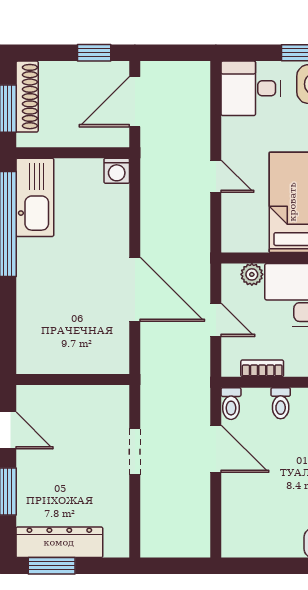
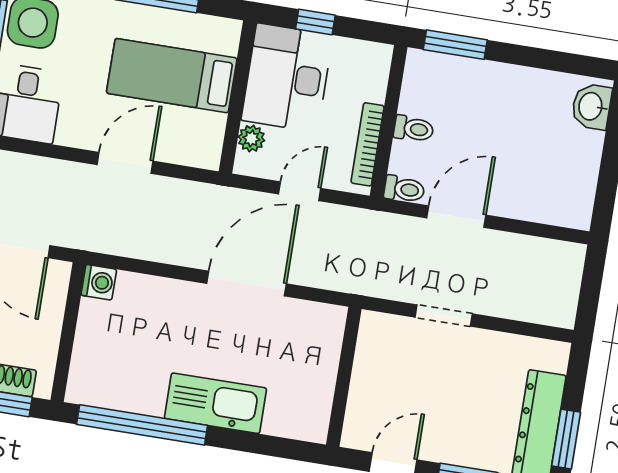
door: (216, 176) -> (125, 163), width x1.37
kitchen sink: (35, 197) -> (215, 403), moved
bookcase: (262, 368) -> (368, 144), width x1.56

